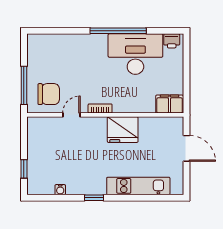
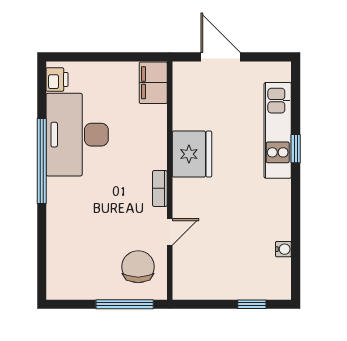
door: (71, 115) -> (170, 232), swing flipped
door: (187, 148) -> (221, 57), hinge flipped
window: (94, 198) -> (296, 149), moved

